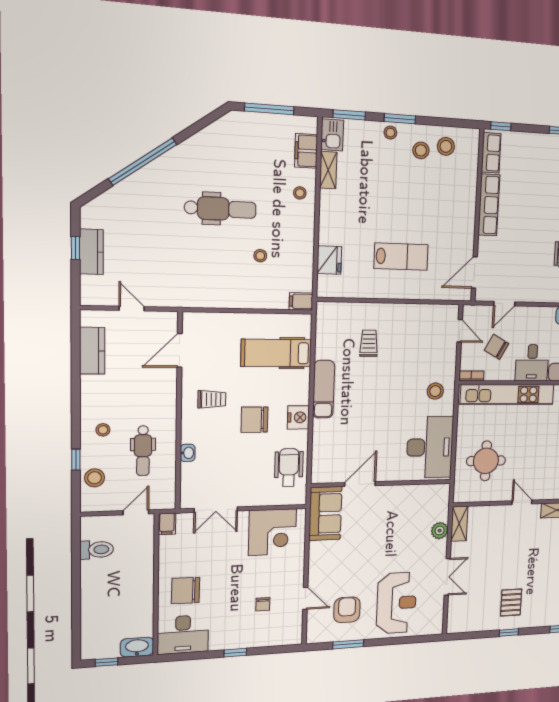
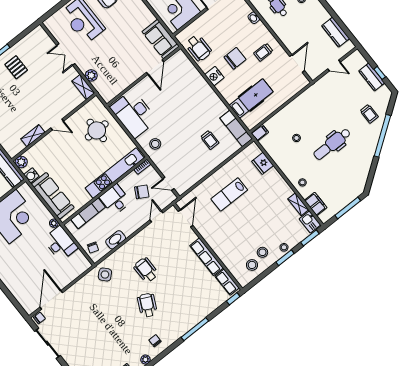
trolley: (137, 206) -> (369, 114), added
exam couch: (324, 389) -> (236, 128), moved

